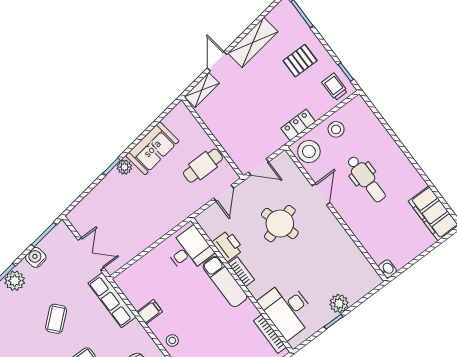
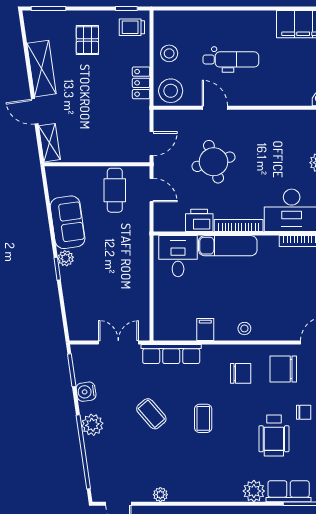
bookcase: (241, 272) -> (239, 226), width x1.56

